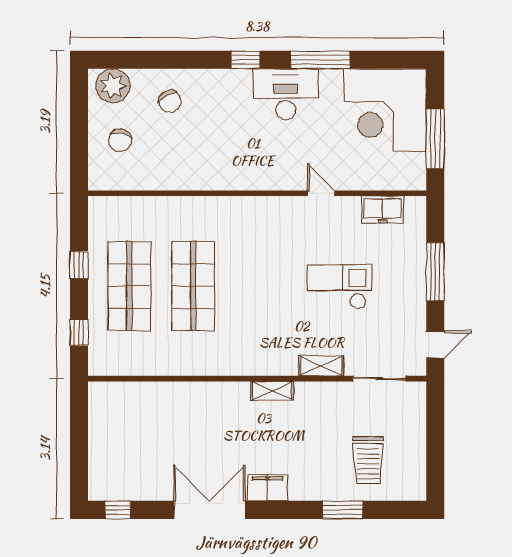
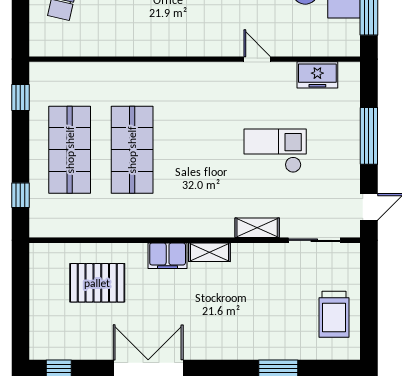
window: (79, 265) -> (20, 97), moved
pallet: (158, 422) -> (97, 283), added
trolley: (368, 460) -> (334, 314), moved
filing cabinet: (267, 488) -> (168, 256), moved, turned 180

